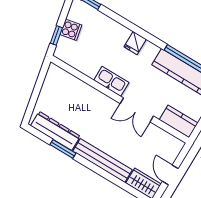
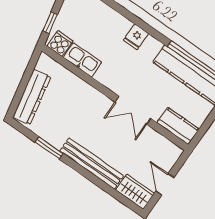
cooker: (71, 30) -> (60, 44), moved, turned -79
kitchen sink: (111, 81) -> (82, 60), moved
dresser: (55, 131) -> (32, 97), moved, turned 79

